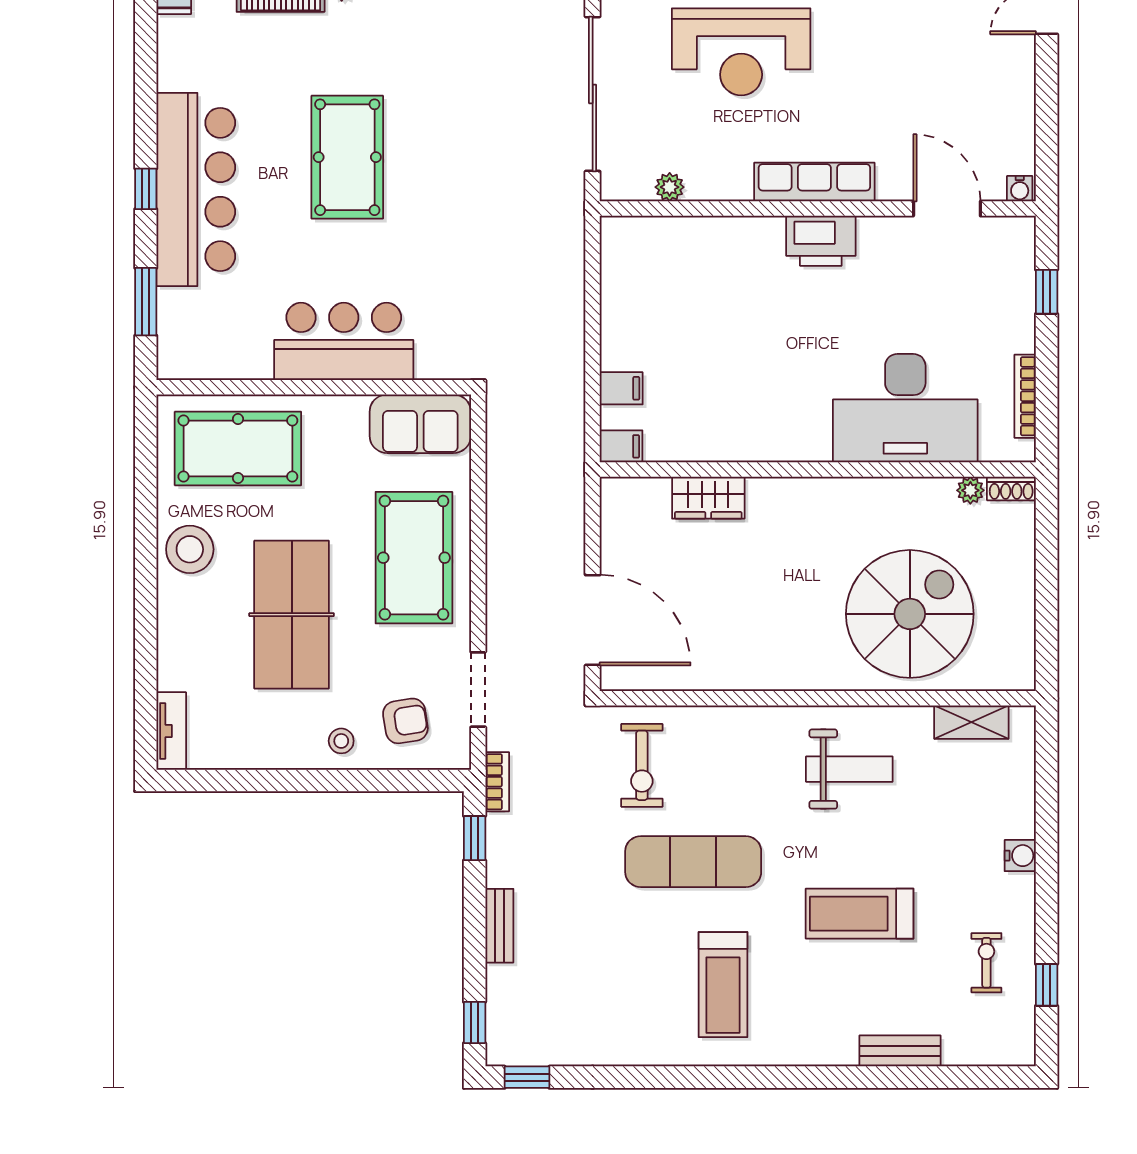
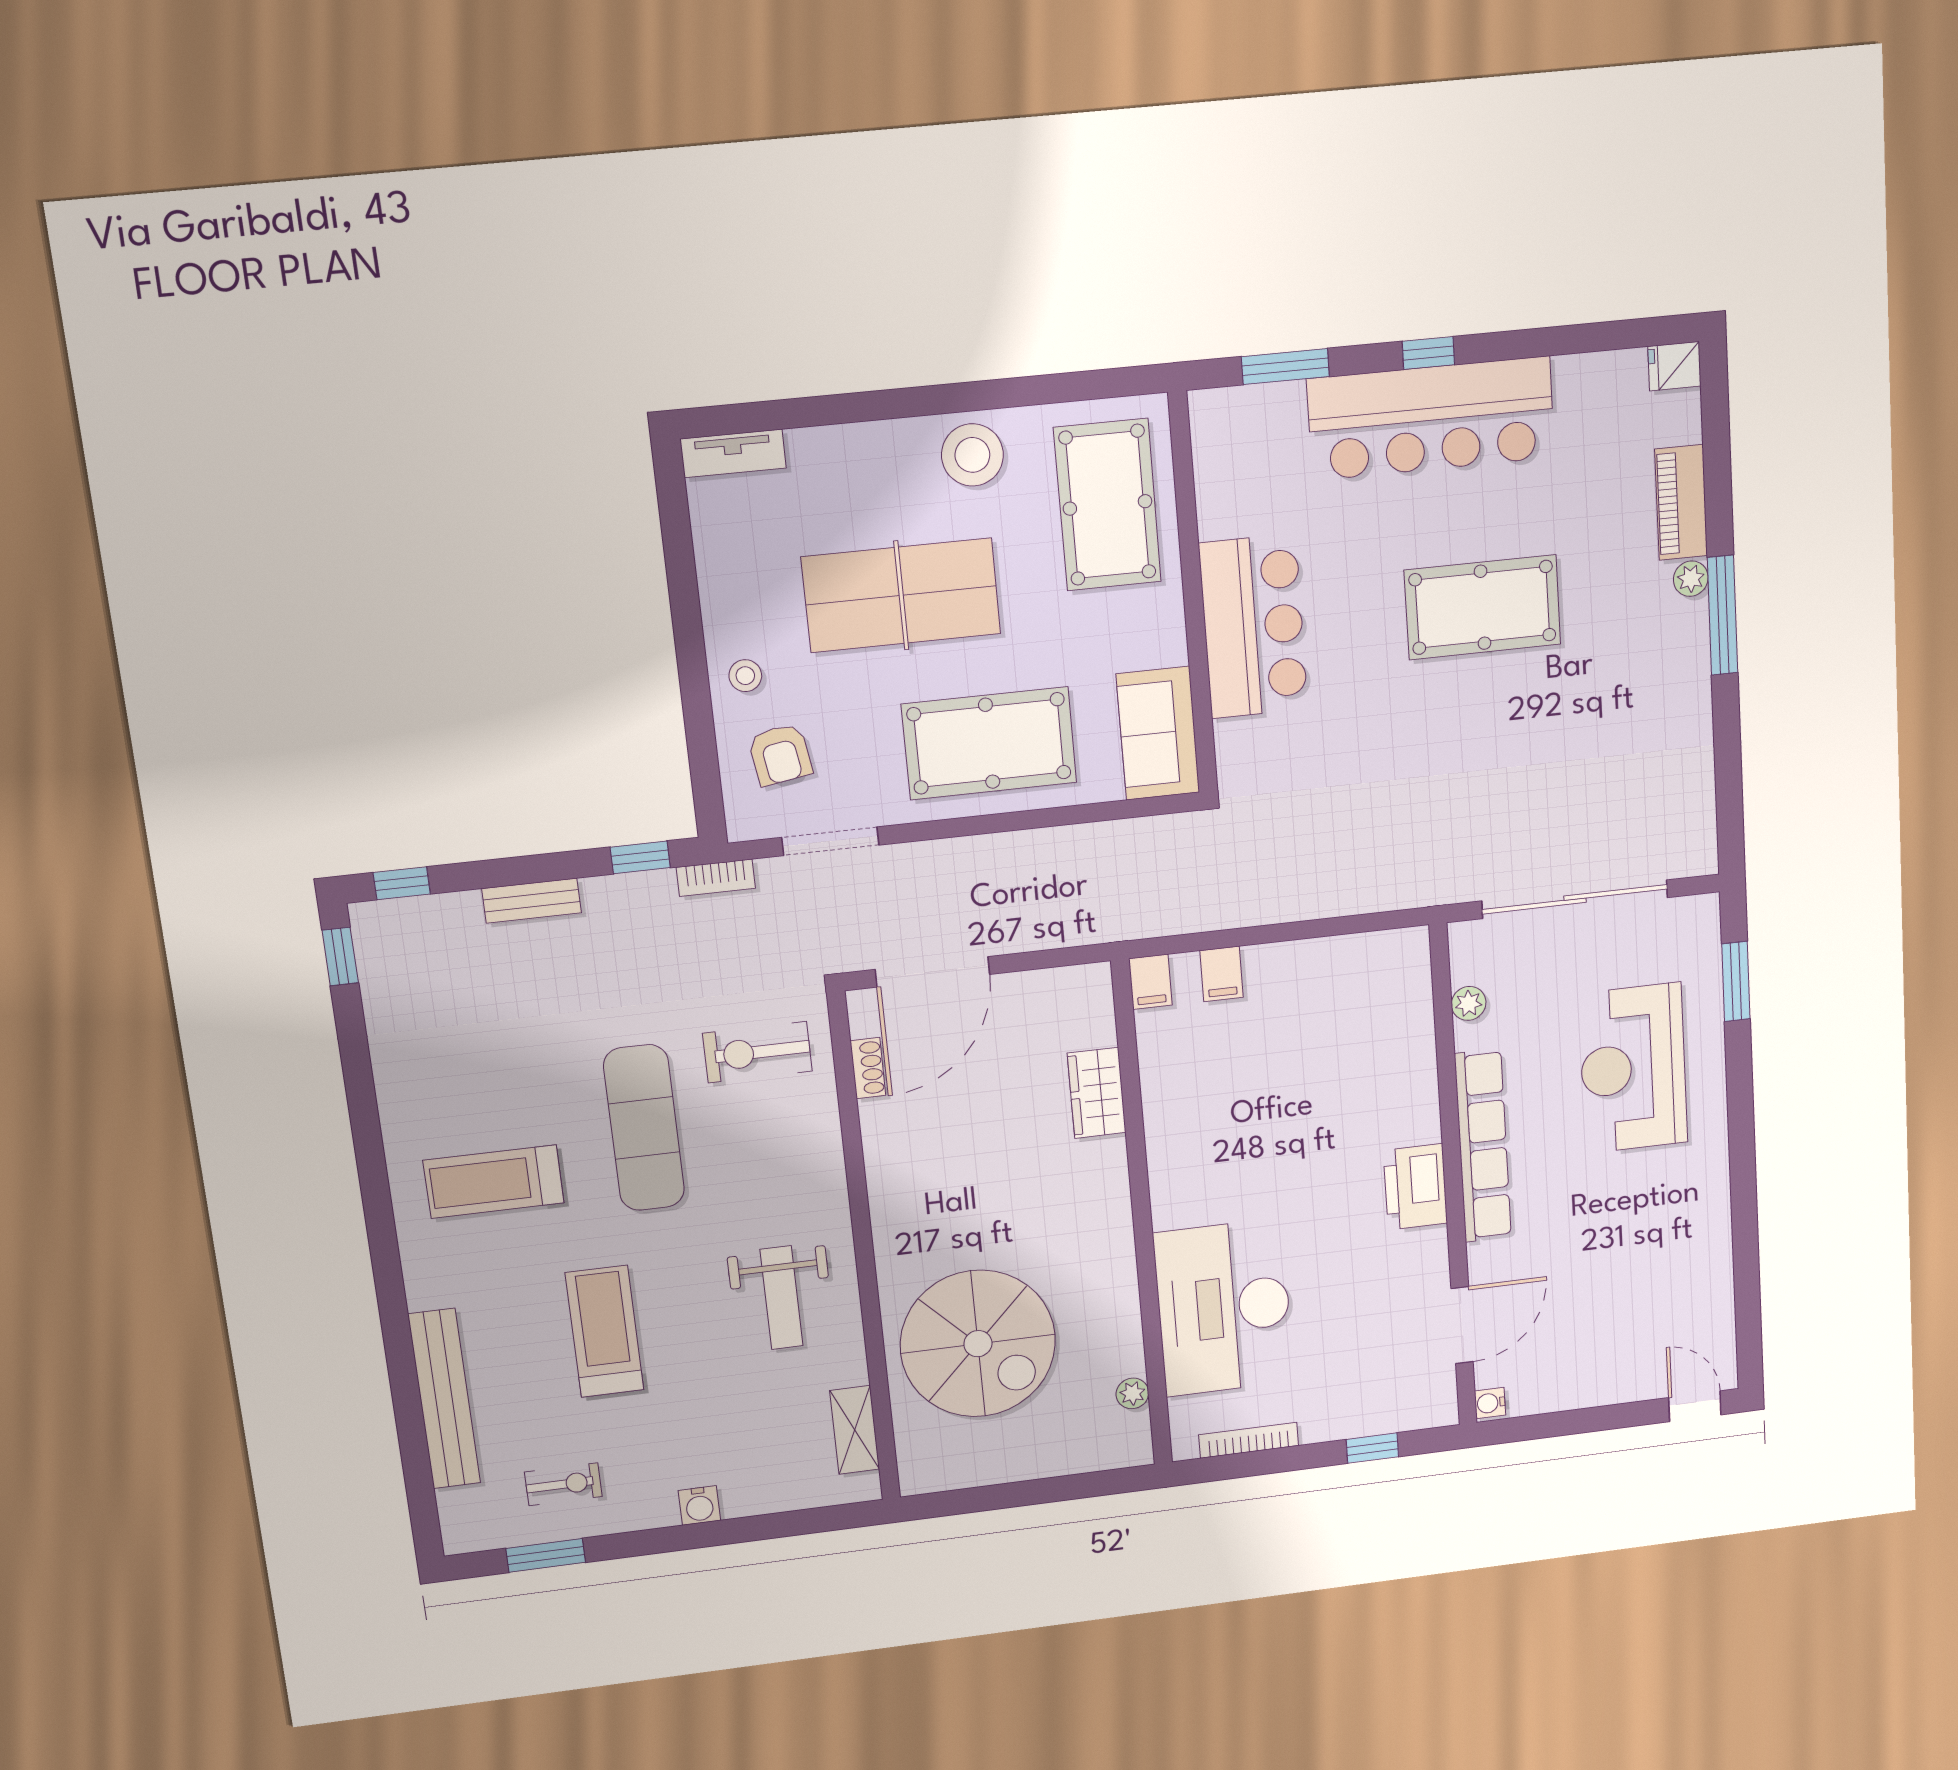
row of seats: (814, 182) -> (1483, 1146), width x1.36
shoe rack: (1011, 488) -> (868, 1068), moved, turned 180
window: (1047, 985) -> (546, 1555), width x1.50
bench: (900, 1051) -> (444, 1399), width x1.86, depth x1.21

